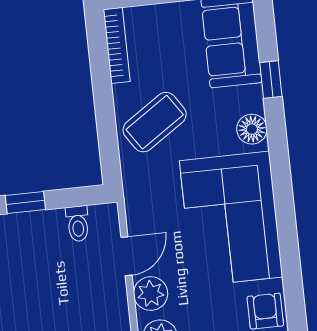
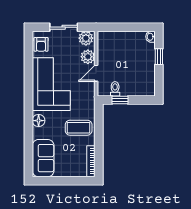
window: (271, 80) -> (28, 140), removed
coffee table: (155, 122) -> (79, 128), turned 34
window: (25, 202) -> (120, 100), moved

